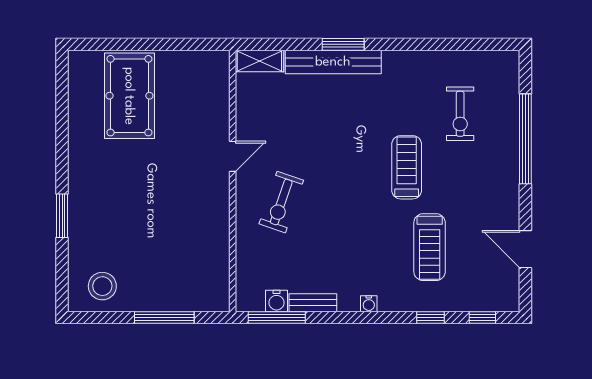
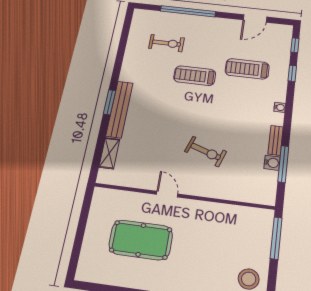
pool table: (129, 96) -> (141, 240), moved
door: (233, 156) -> (167, 194), moved
wall: (233, 181) -> (184, 196), moved
treadmill: (430, 247) -> (247, 69), turned 180

